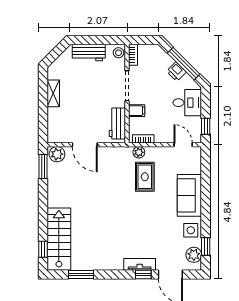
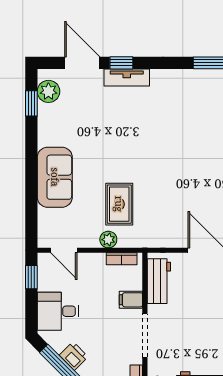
plant: (139, 152) -> (108, 240), moved
side table: (191, 230) -> (53, 127), removed

